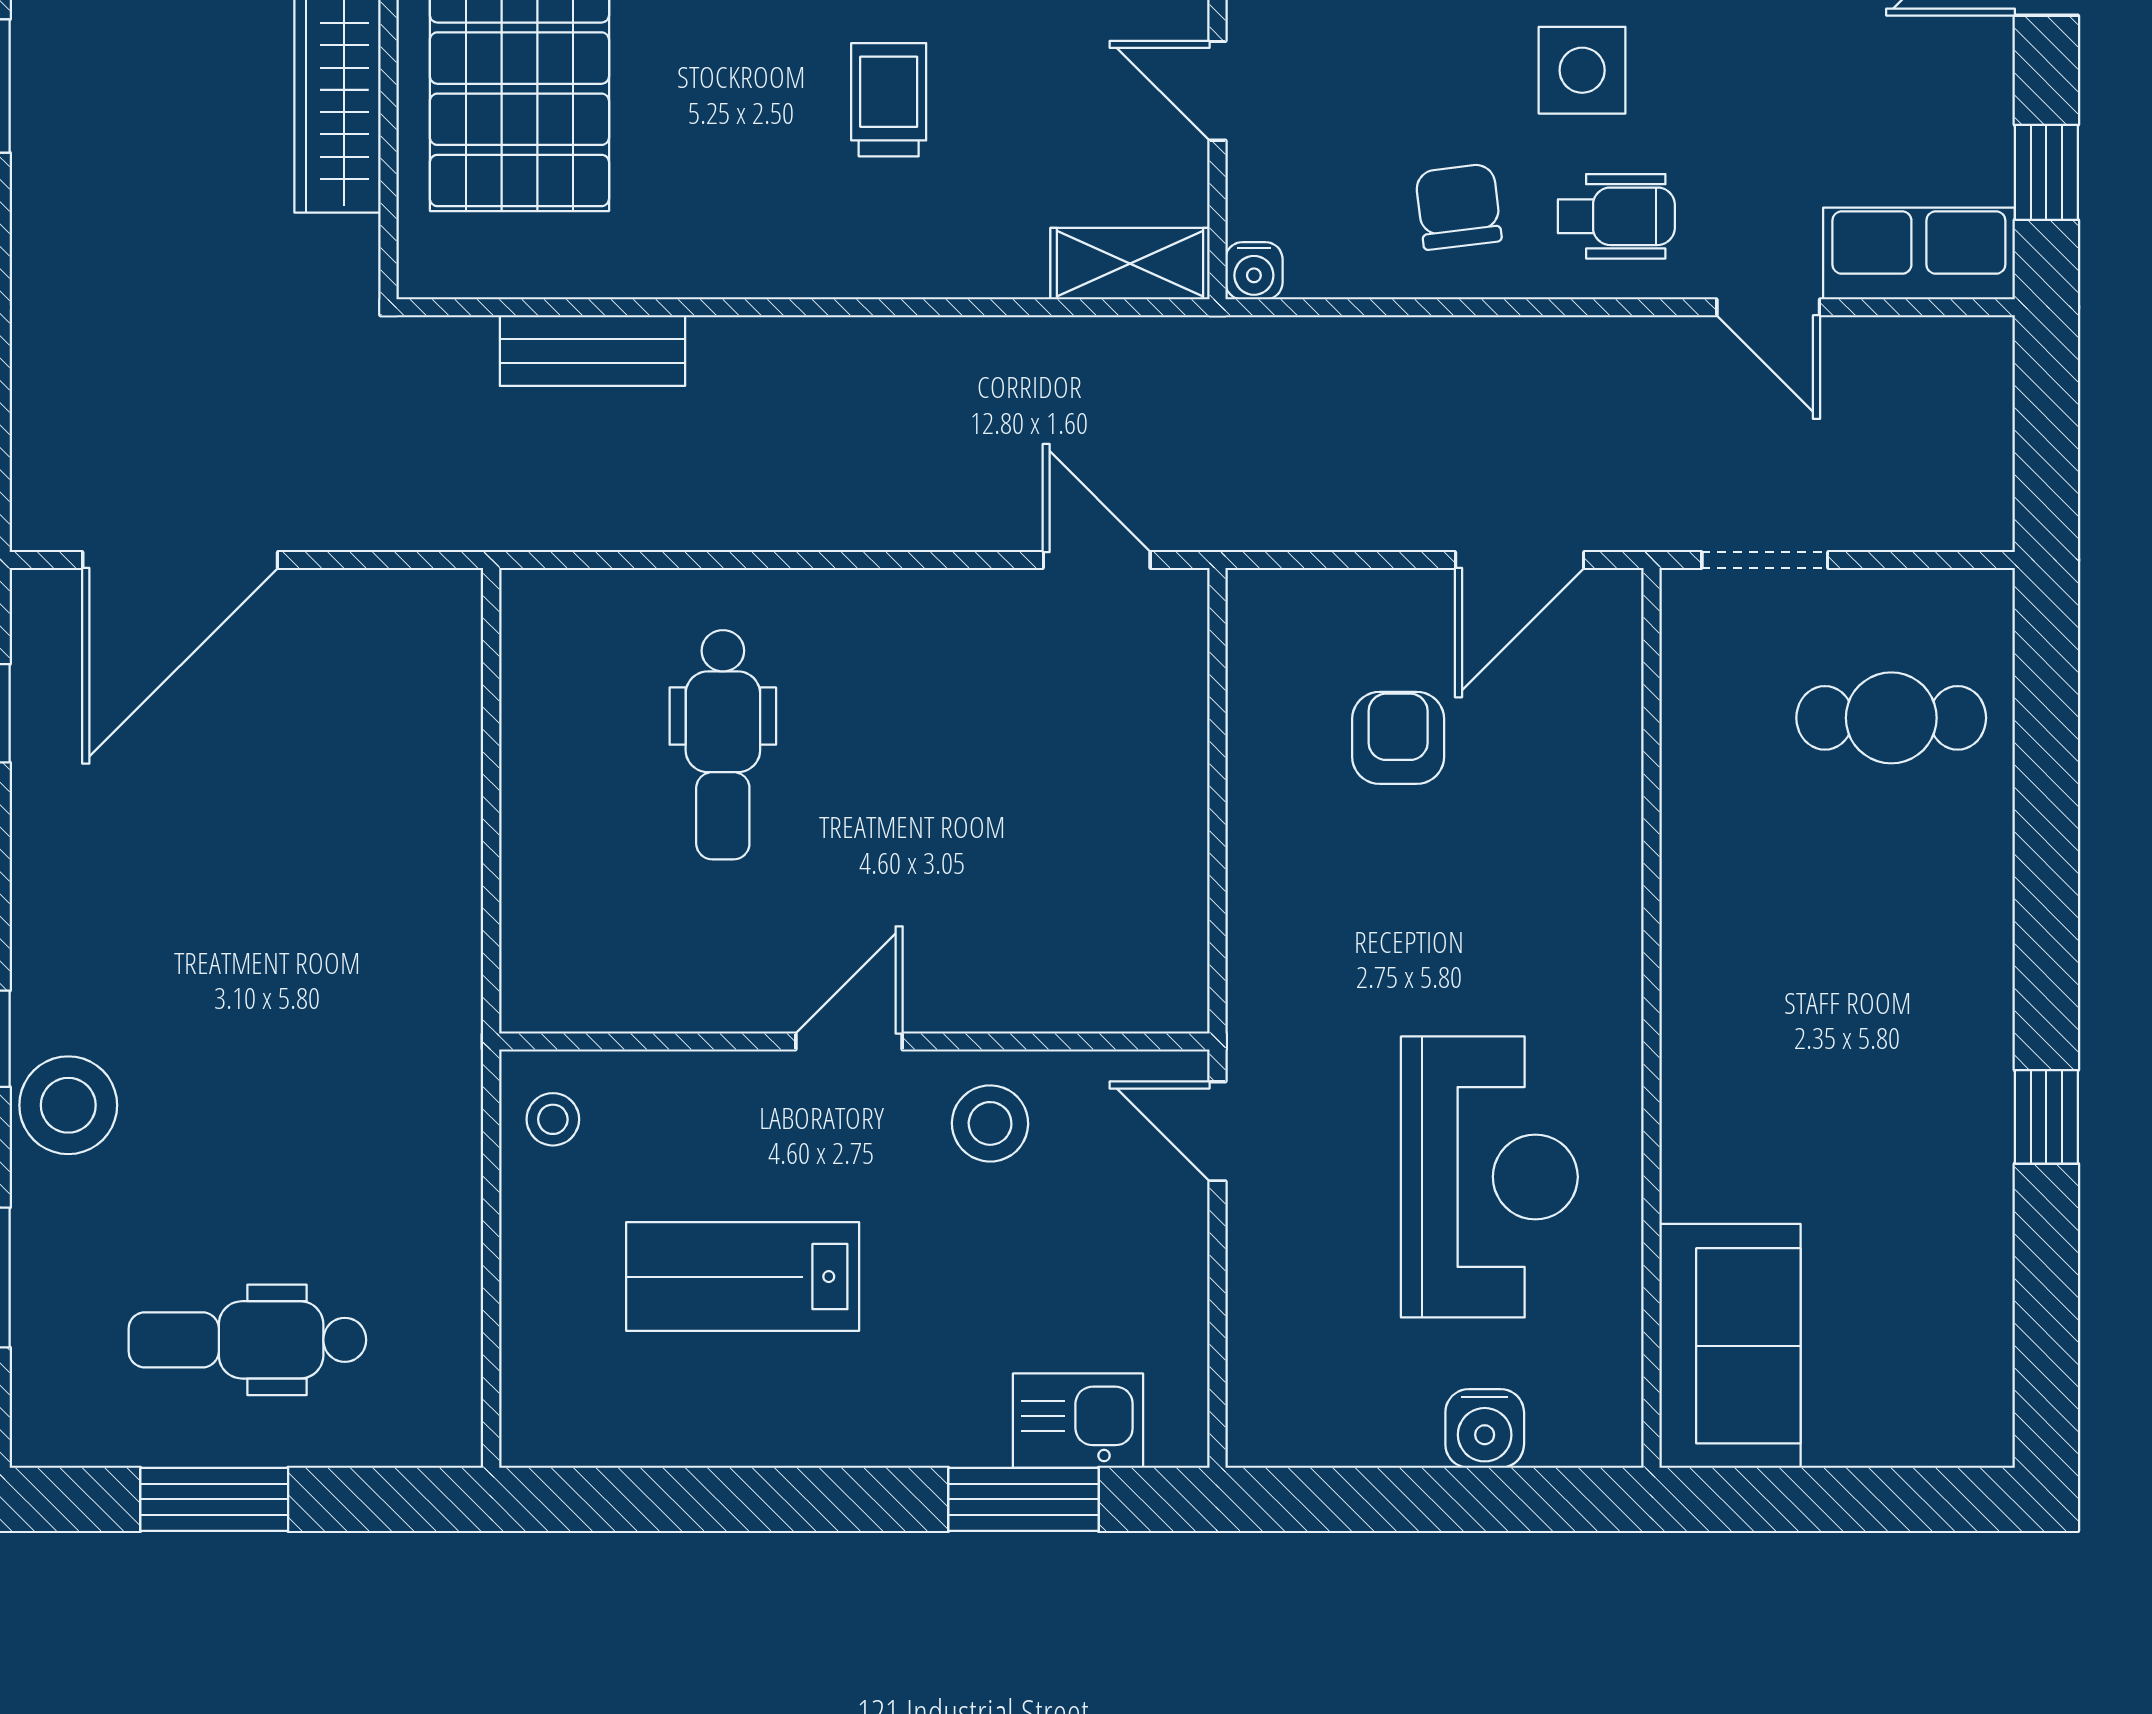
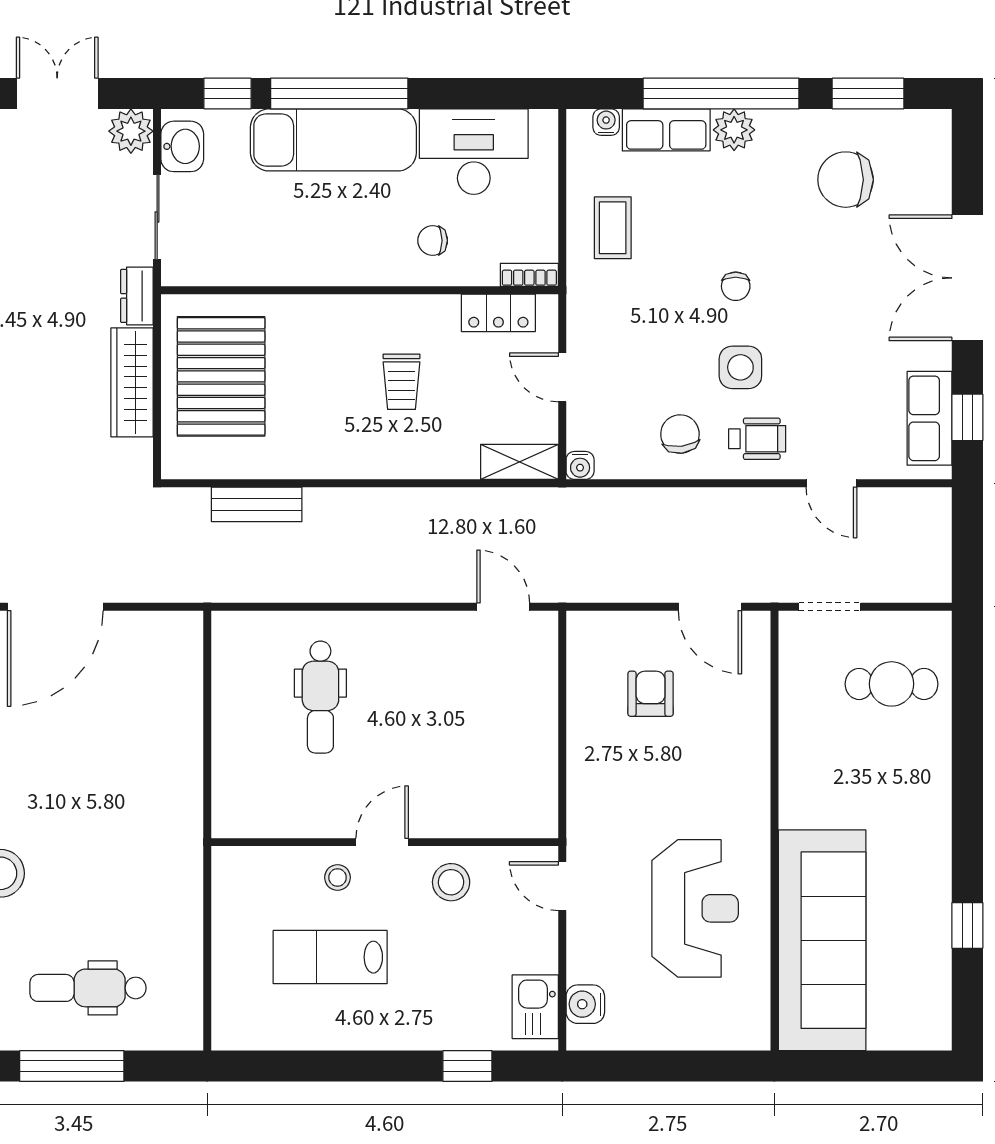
trolley: (889, 100) -> (402, 382), turned 180
row of seats: (1919, 254) -> (930, 418), moved, turned -90
door: (1520, 560) -> (710, 607), hinge flipped
window: (2046, 1117) -> (967, 925), moved
stool: (553, 1119) -> (338, 877), moved
sofa: (1730, 1346) -> (822, 940), width x1.85, depth x1.27
kitchen sink: (1078, 1421) -> (535, 1007), moved, turned -90
water cooler: (1485, 1428) -> (585, 1004), moved, turned 90
window: (214, 1499) -> (72, 1066), width x1.44
window: (1023, 1499) -> (467, 1066), width x0.67

